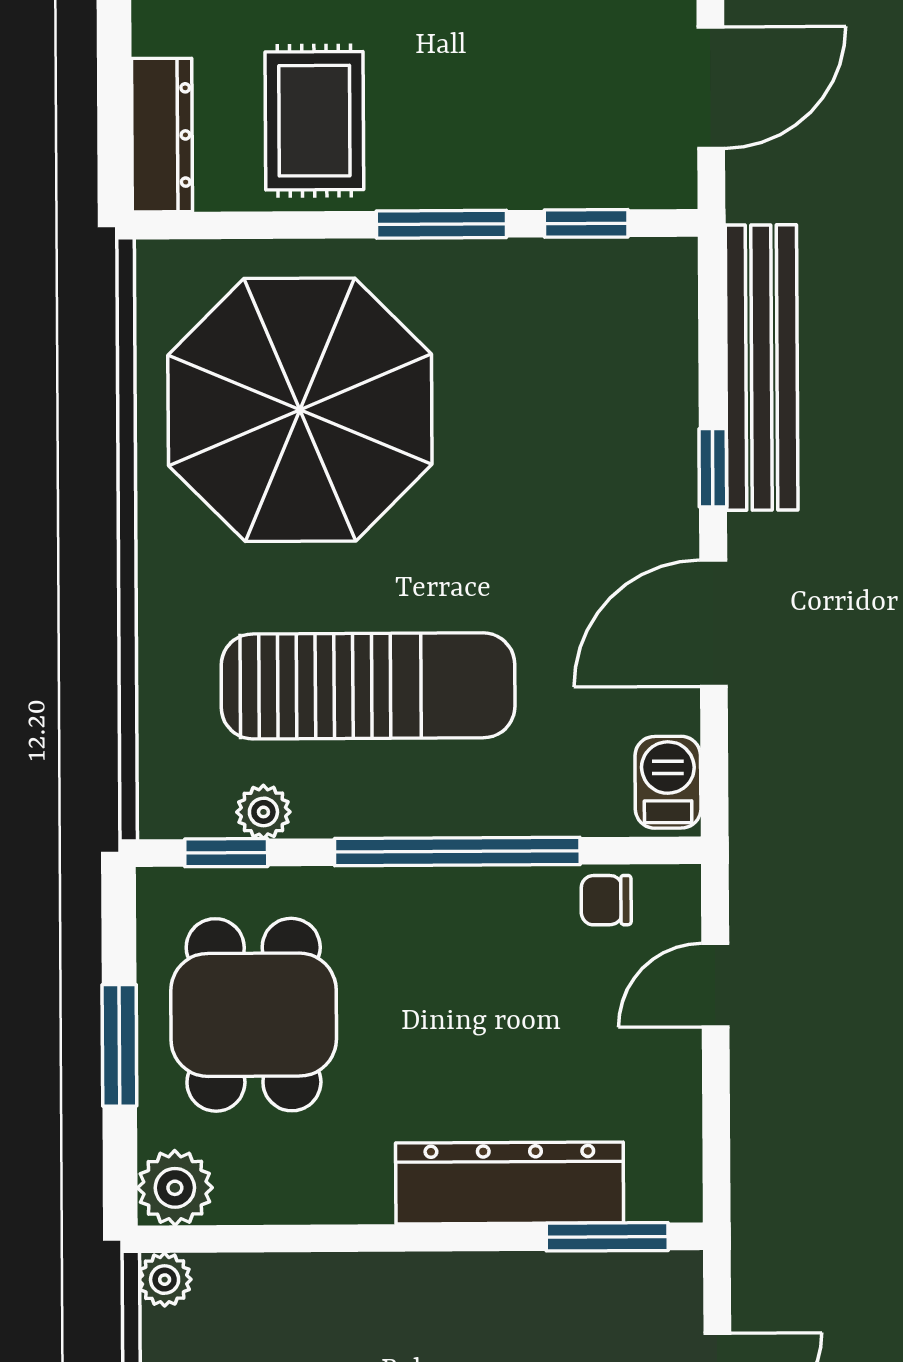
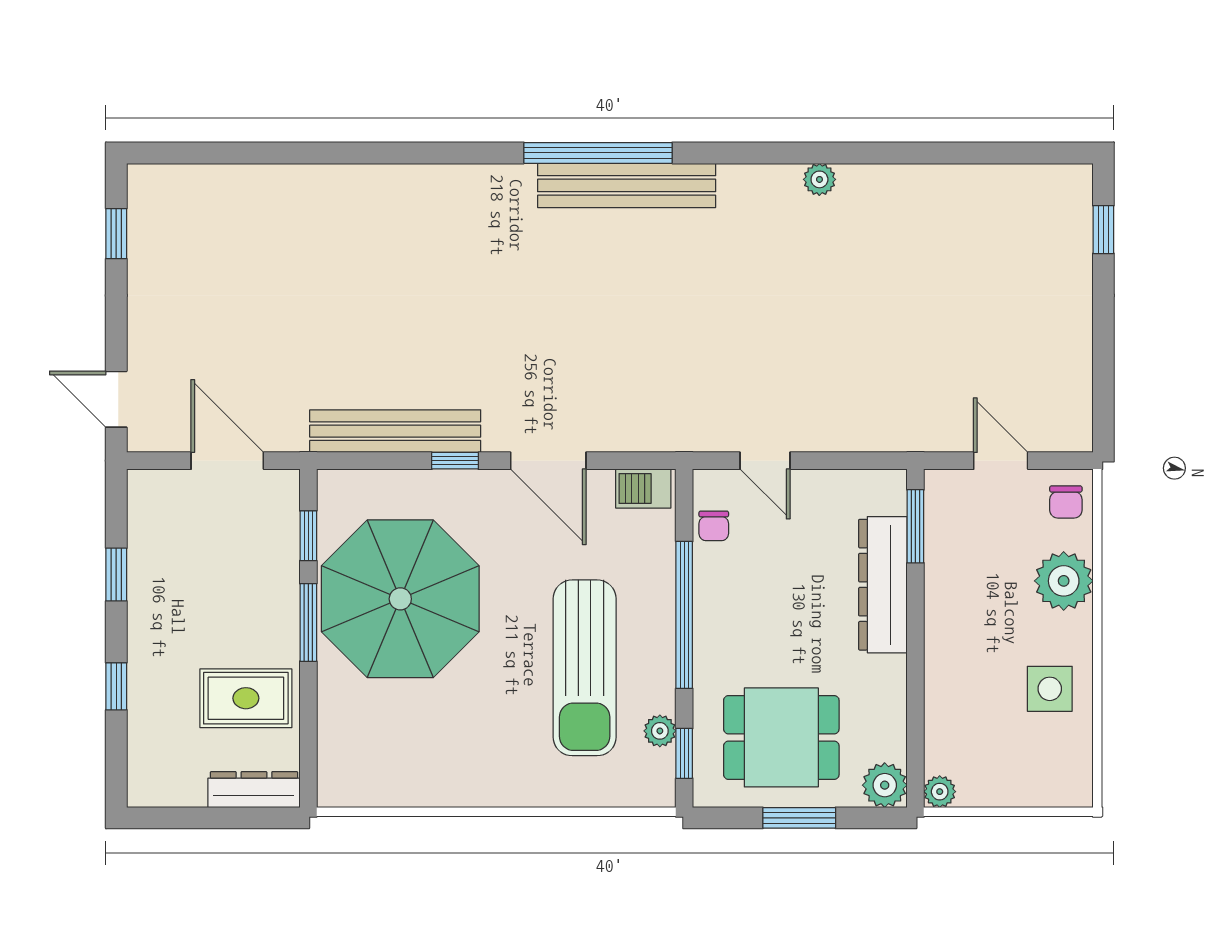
parasol: (300, 410) -> (400, 599), moved
sun lounger: (368, 686) -> (585, 668), turned 180

